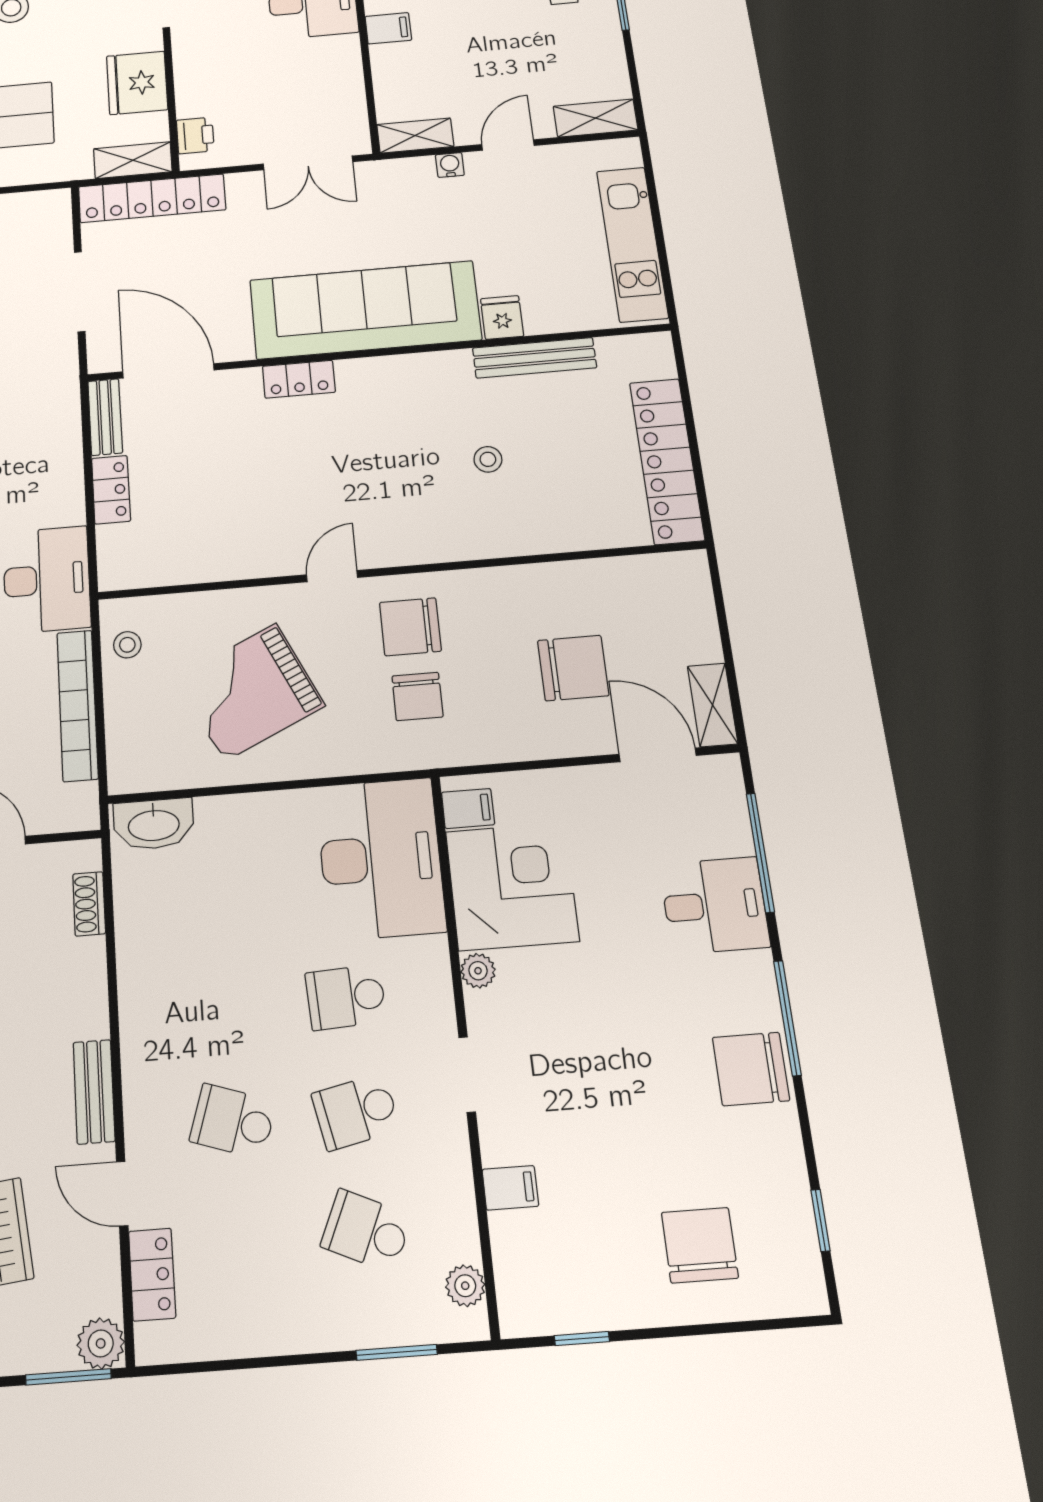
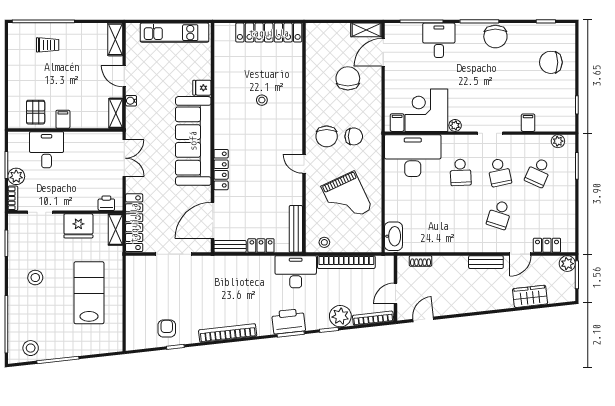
bench: (534, 358) -> (296, 229), moved
locker: (299, 379) -> (221, 170), width x1.53

